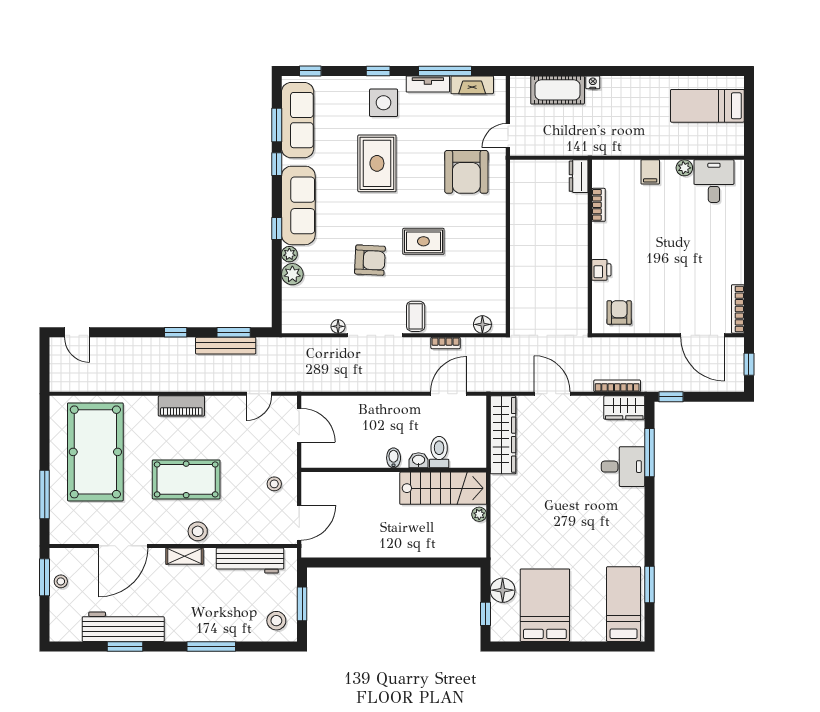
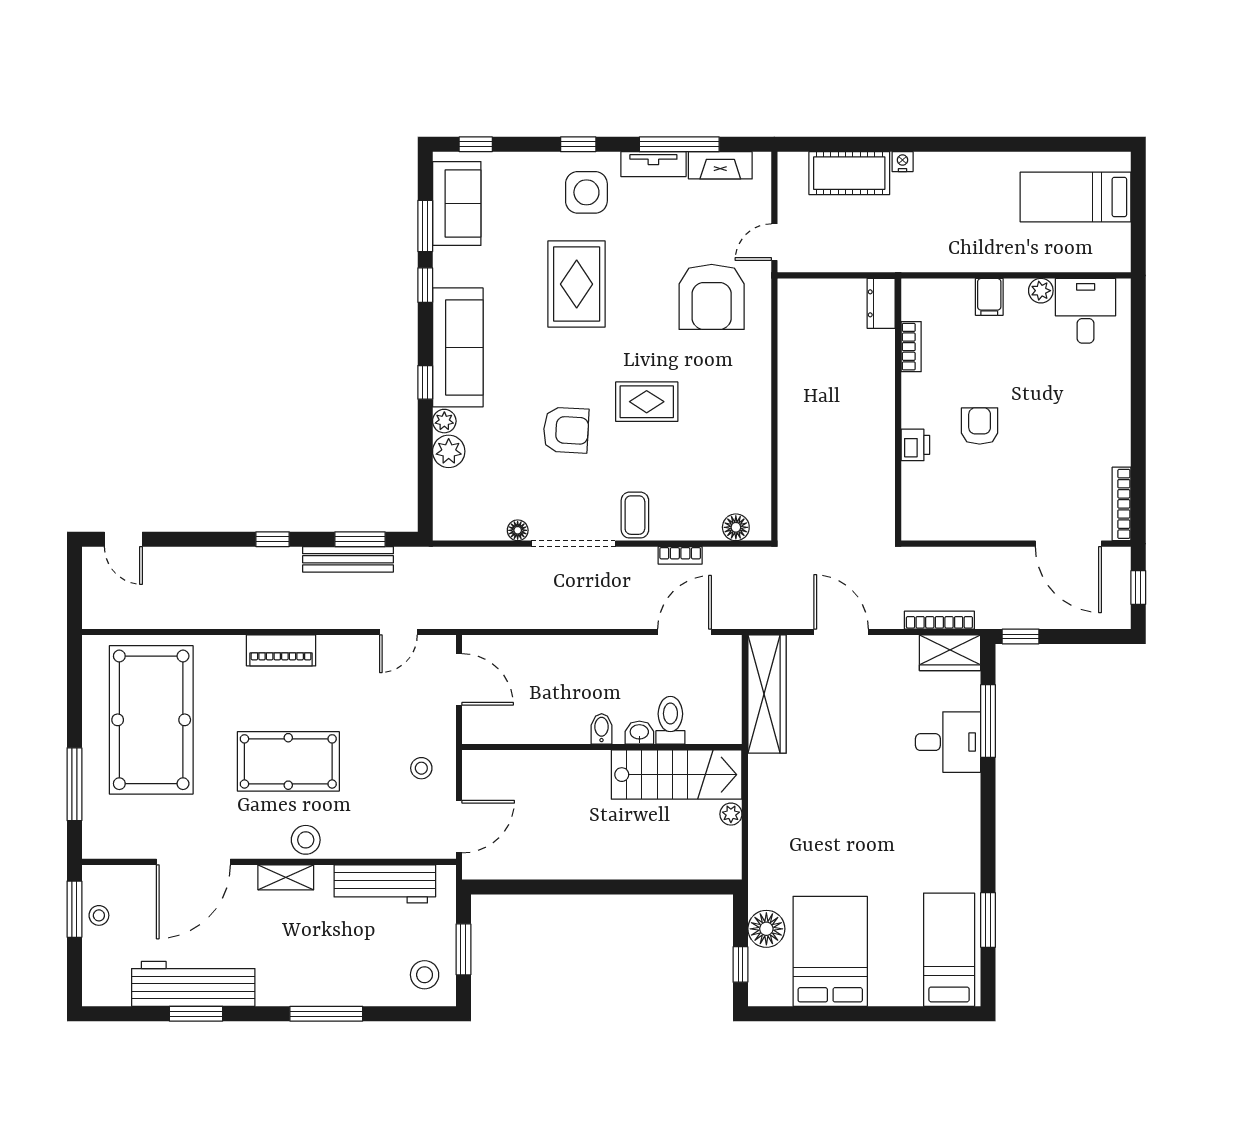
sofa: (298, 120) -> (457, 204), width x0.73
armchair: (619, 313) -> (980, 426), moved

